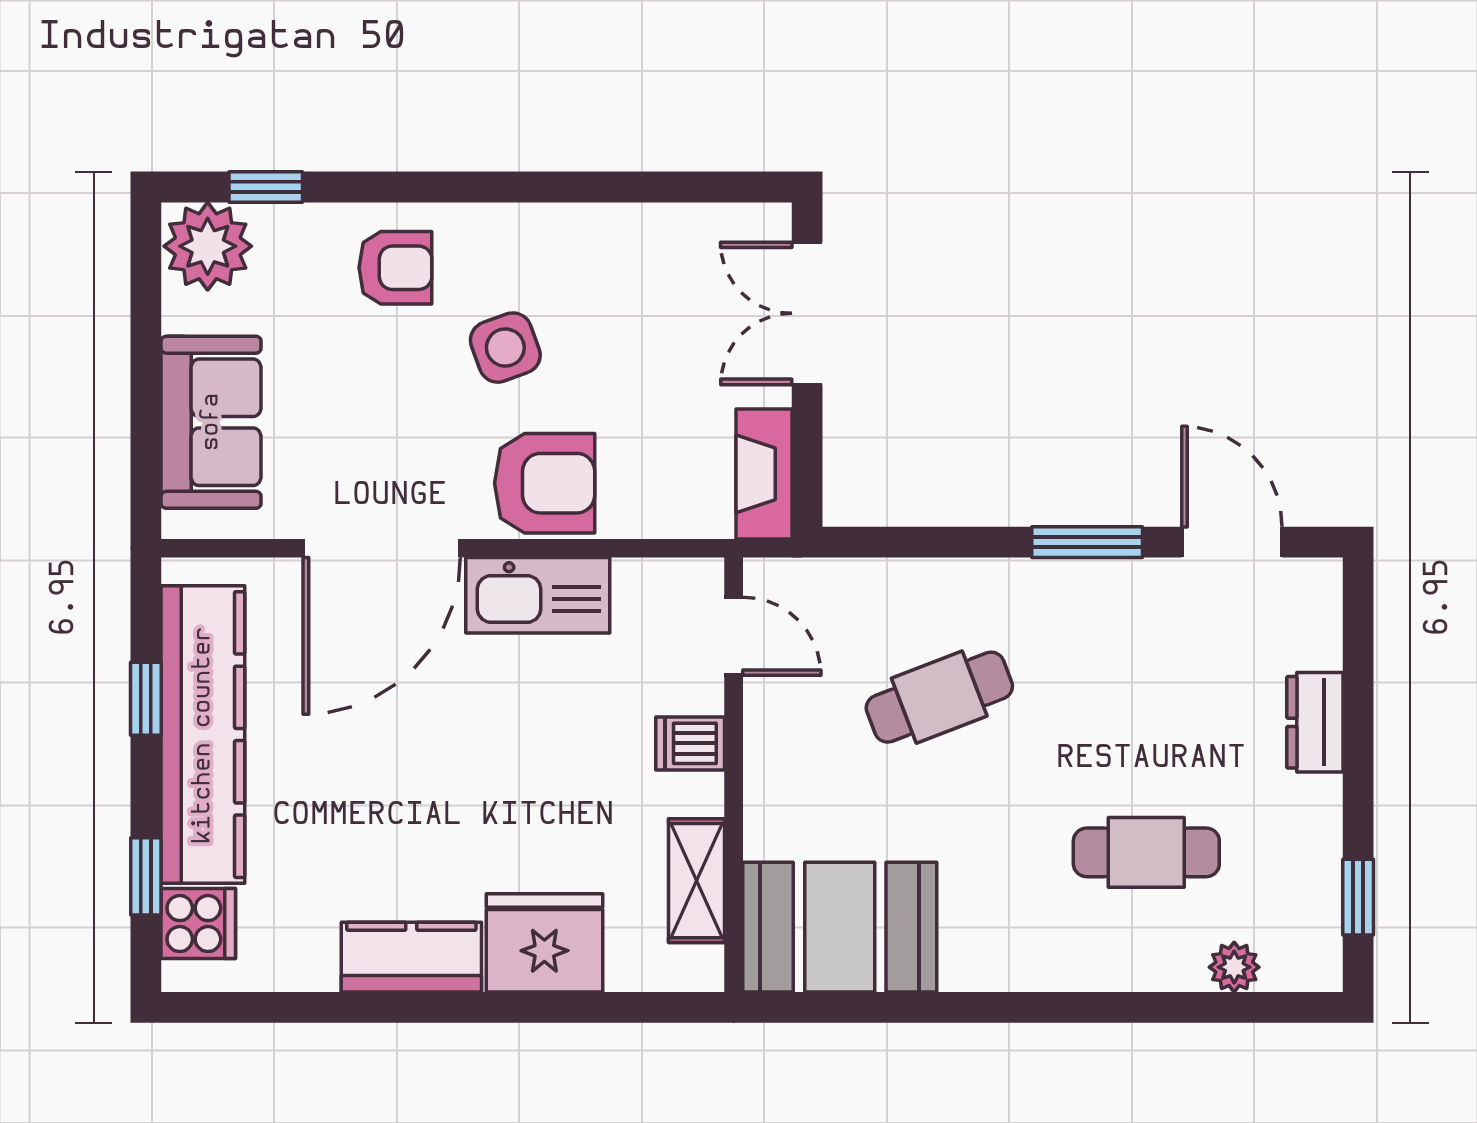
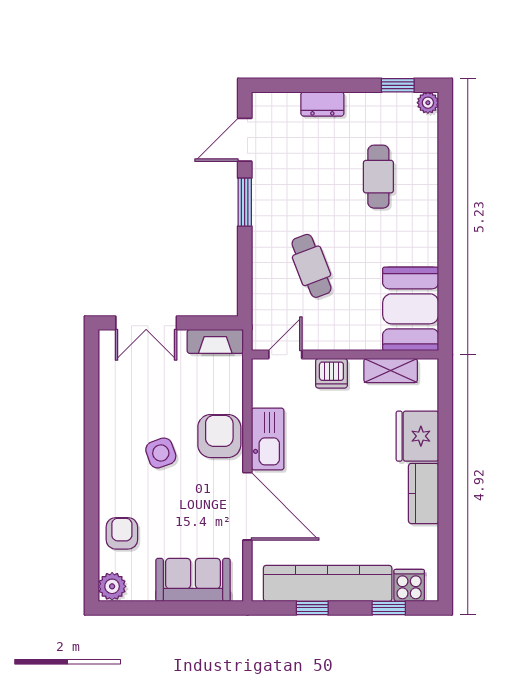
window: (266, 187) -> (92, 556), removed
plant: (208, 246) -> (112, 586), width x0.73, depth x0.73
armchair: (395, 268) -> (122, 533), moved
dishwasher: (690, 743) -> (331, 373), width x1.38
plant: (1234, 967) -> (428, 103), moved

